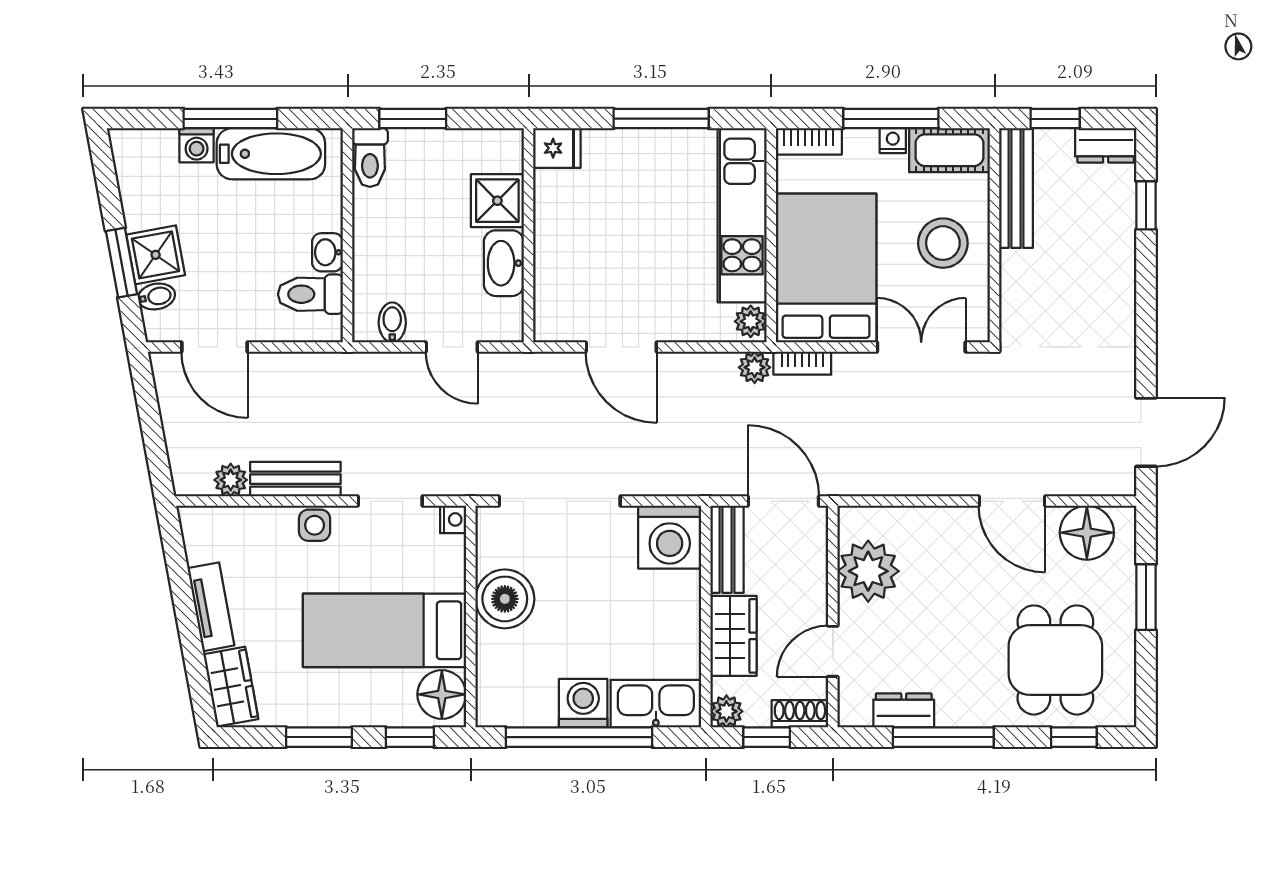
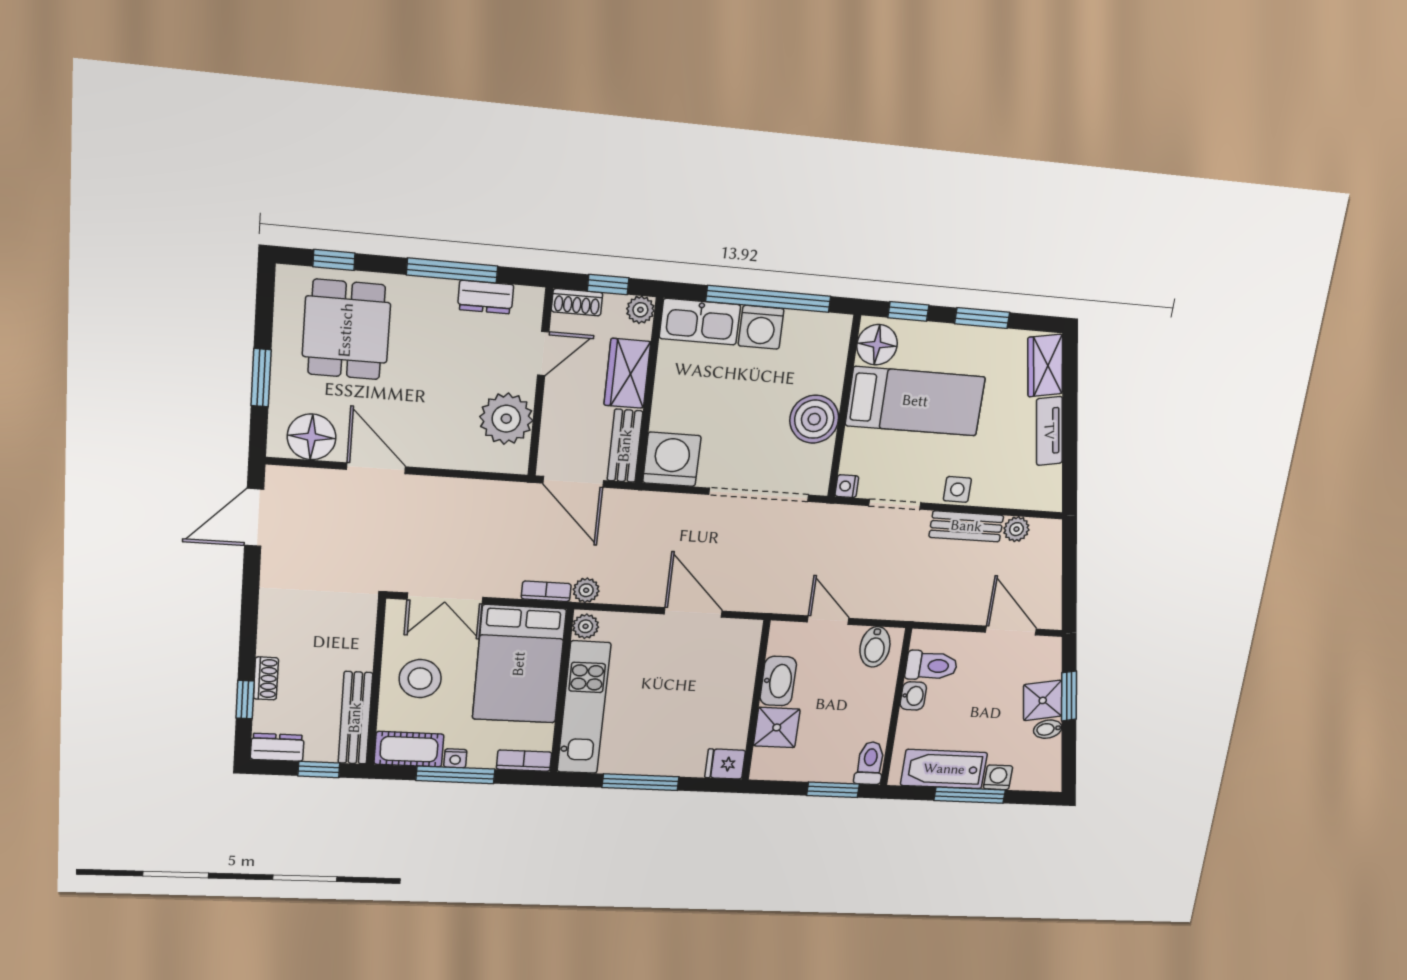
shoe rack: (1123, 234) -> (266, 678), added
bidet: (156, 296) -> (1048, 729), moved
bidet: (392, 322) -> (875, 647), width x1.38, depth x1.36

